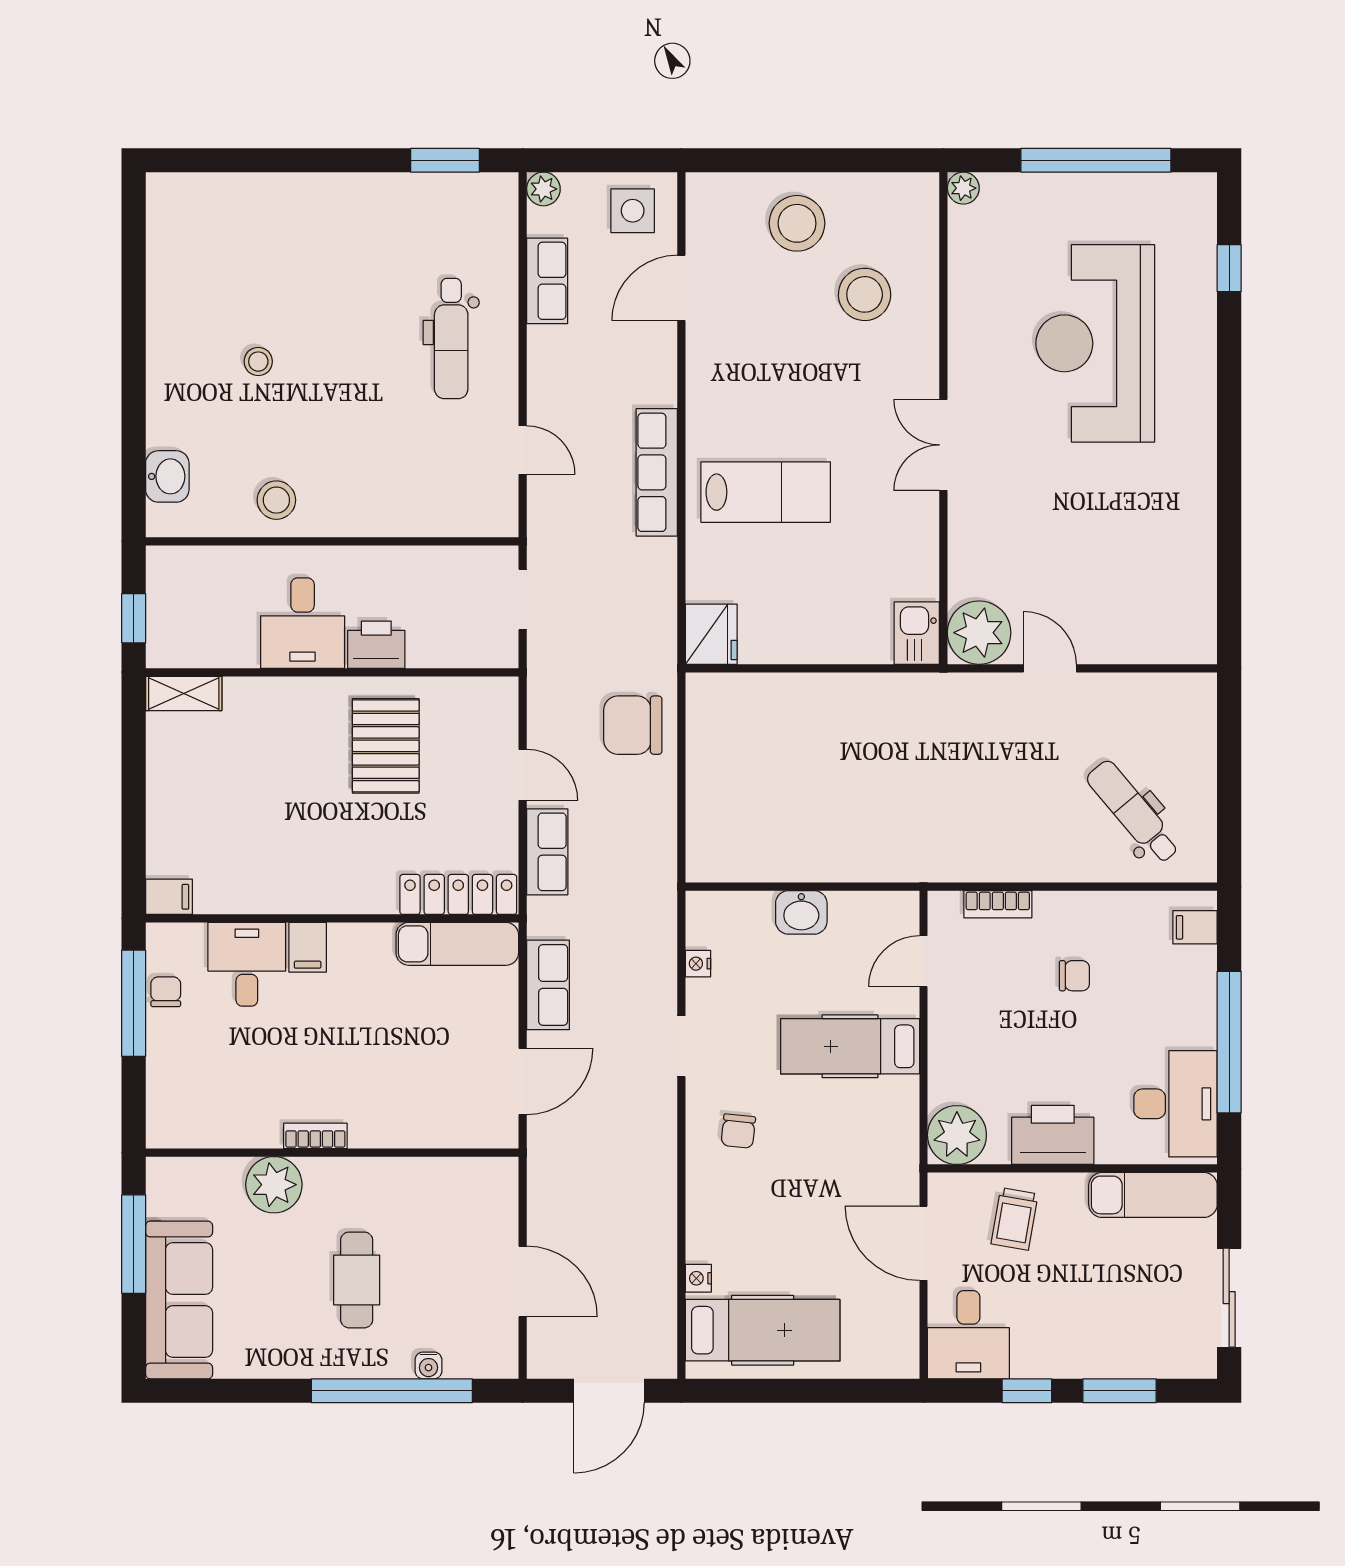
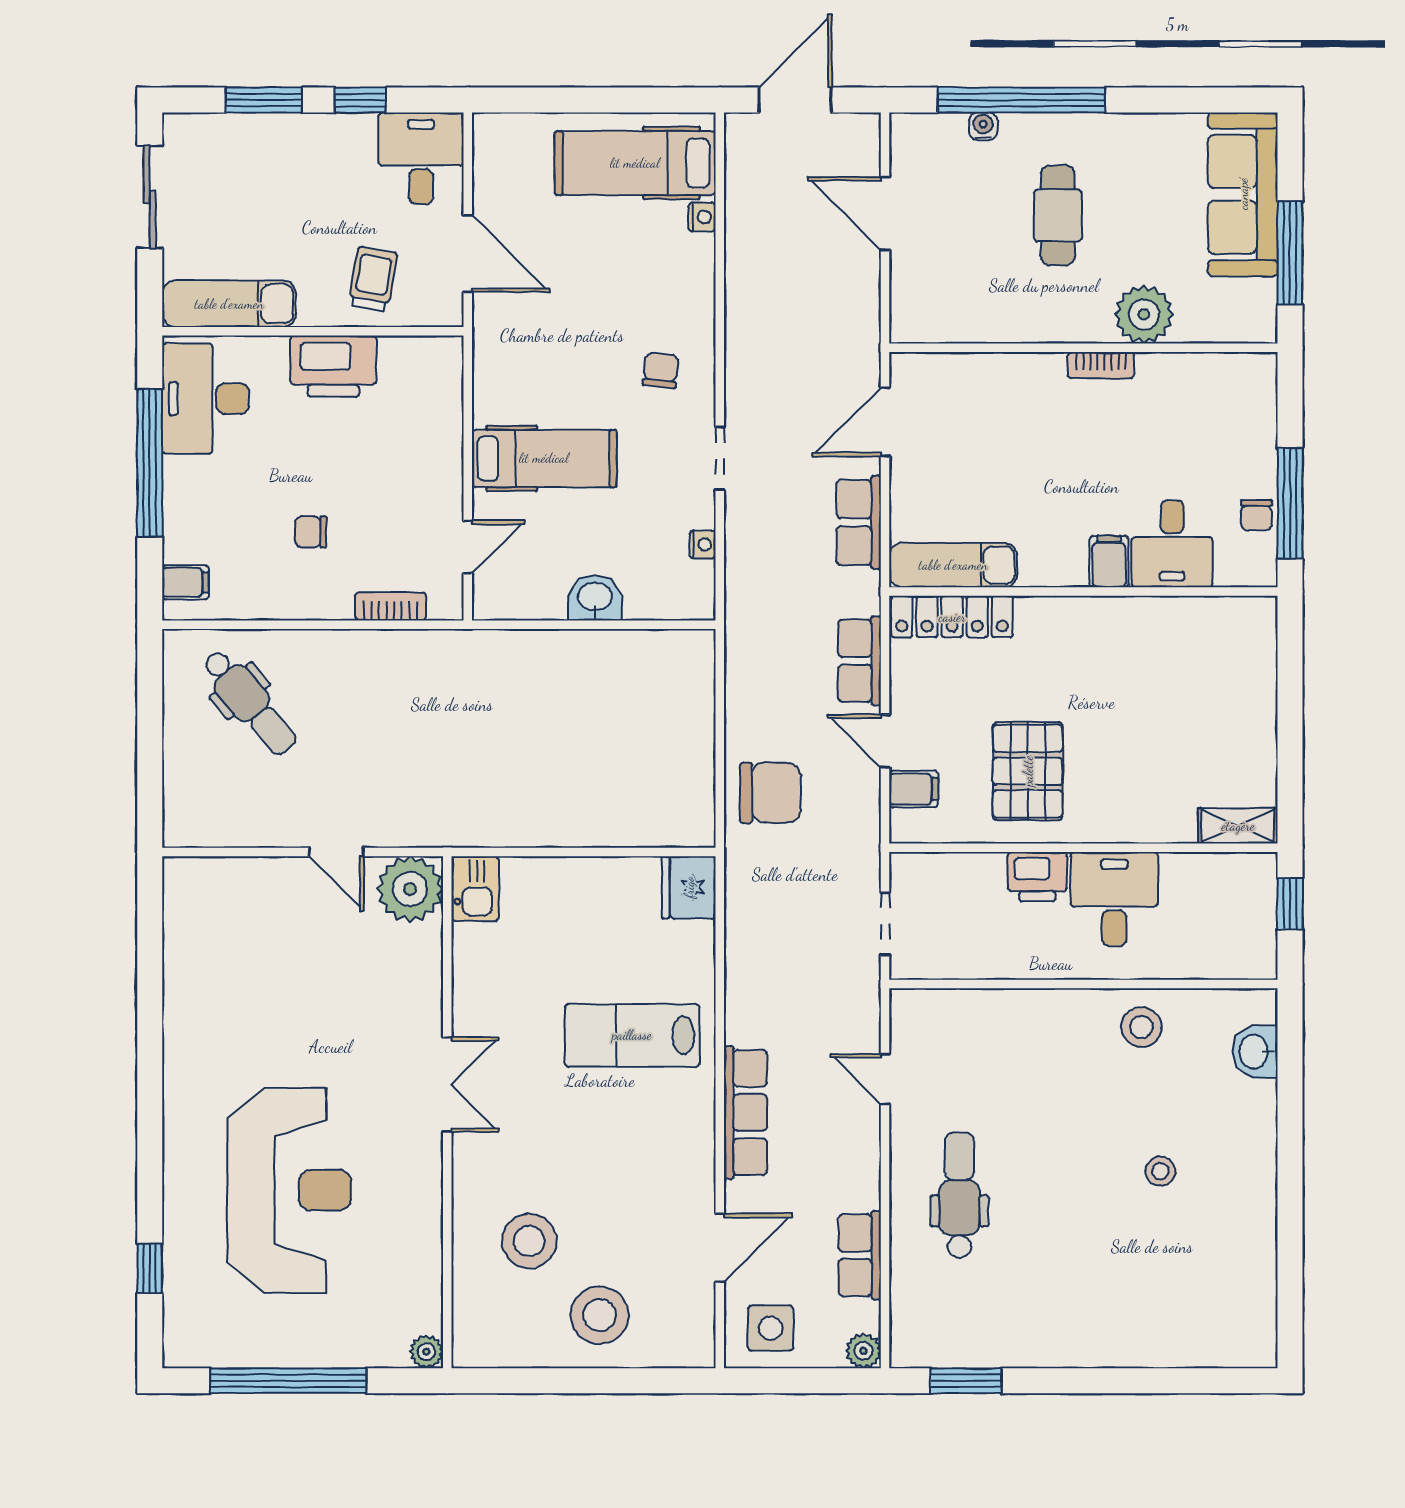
row of seats: (657, 472) -> (745, 1113), moved
filing cabinet: (169, 897) -> (914, 789), moved, turned 180
plant: (957, 1135) -> (433, 366), removed

